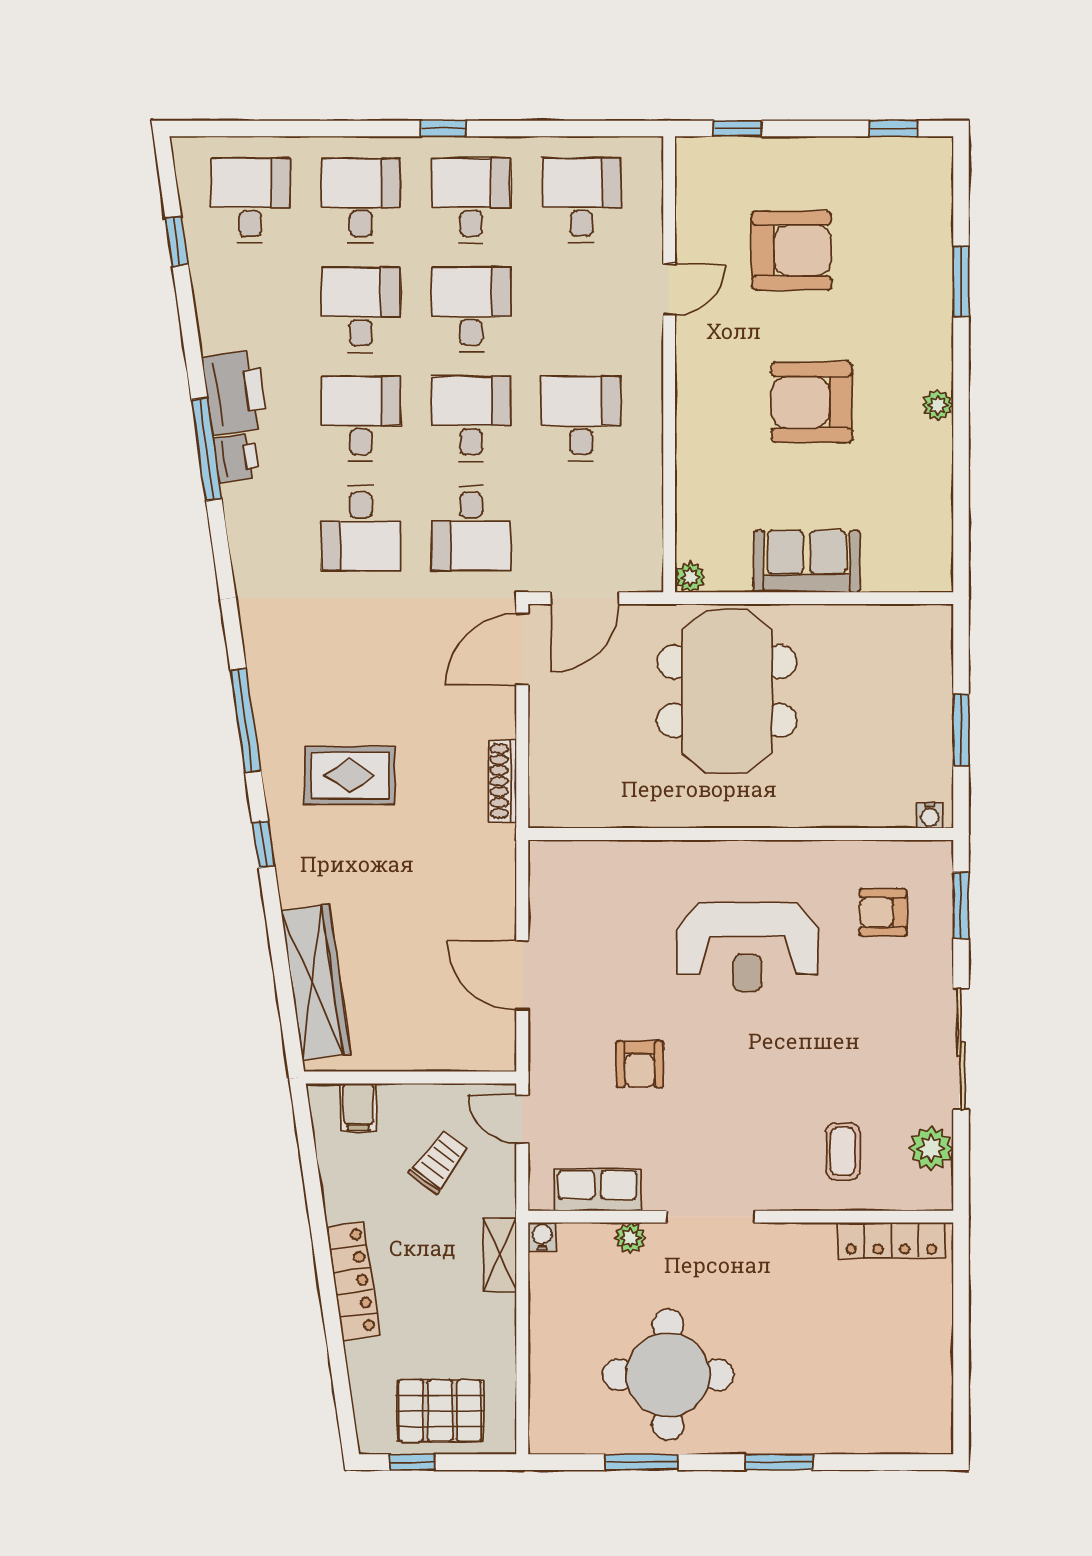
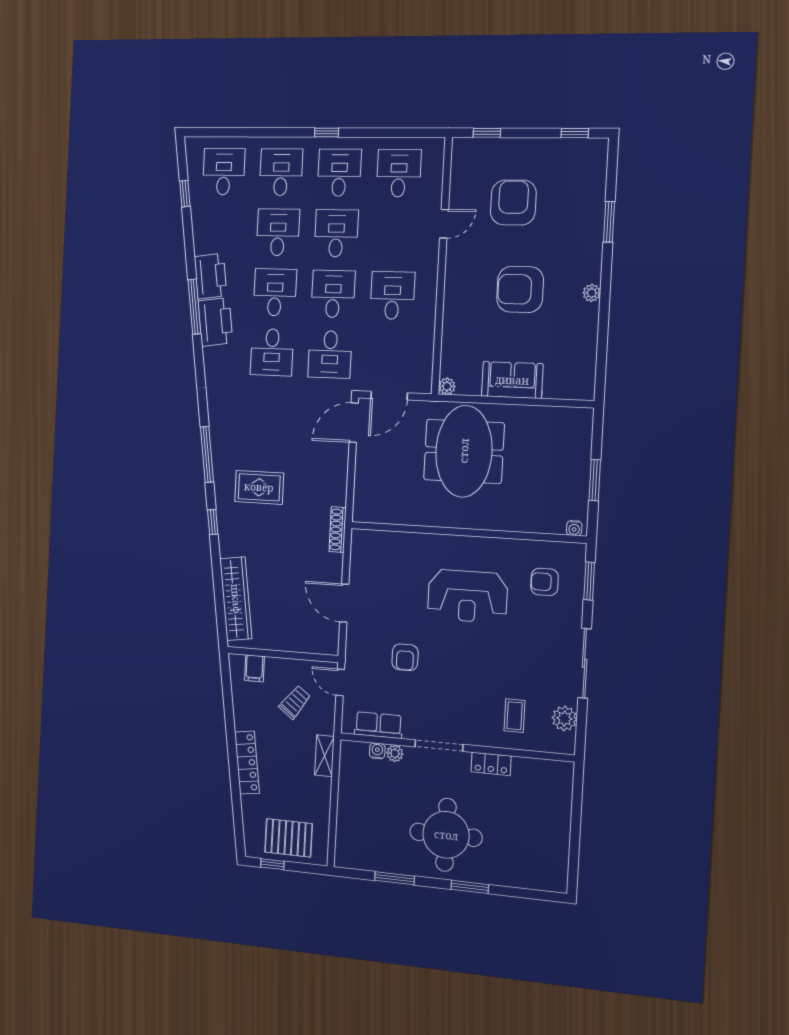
armchair: (791, 250) -> (513, 203), turned -90
printer: (236, 458) -> (215, 322), width x1.87, depth x1.48
shoe rack: (503, 781) -> (338, 530), moved
water cooler: (542, 1237) -> (377, 751), moved
locker: (891, 1240) -> (491, 764), moved, width x0.66
round table: (668, 1375) -> (446, 835), moved

